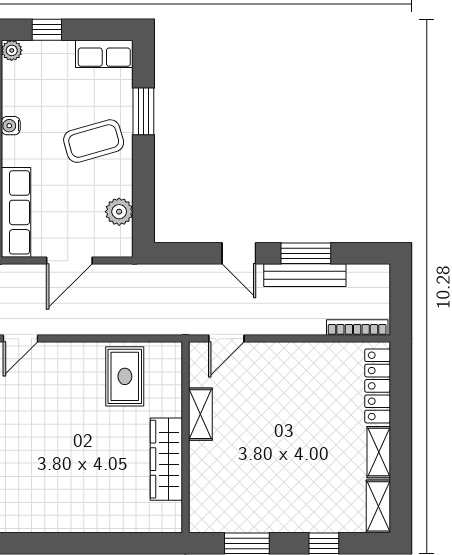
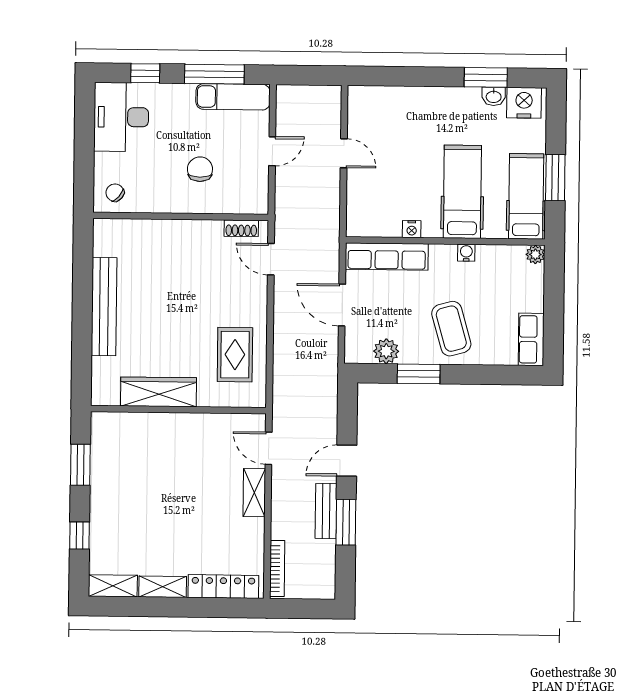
window: (47, 30) -> (554, 287), removed
window: (143, 111) -> (419, 374), moved
bench: (305, 275) -> (326, 511), width x0.73
rug: (125, 376) -> (235, 355), turned 90
shelving: (200, 414) -> (254, 493), moved, turned 90
bench: (74, 520) -> (104, 307), added

